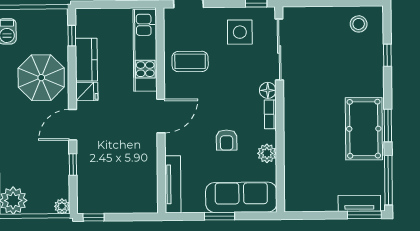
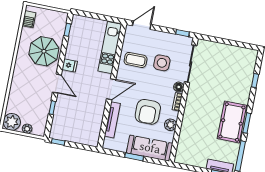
stool: (359, 24) -> (242, 58), removed
side table: (240, 32) -> (162, 63), moved
kitchen counter: (86, 60) -> (73, 46), removed
door: (73, 125) -> (57, 84), swing flipped
armchair: (227, 140) -> (148, 112), width x1.88, depth x1.88
tv unit: (173, 184) -> (112, 120), moved
plant: (62, 206) -> (27, 129), moved

